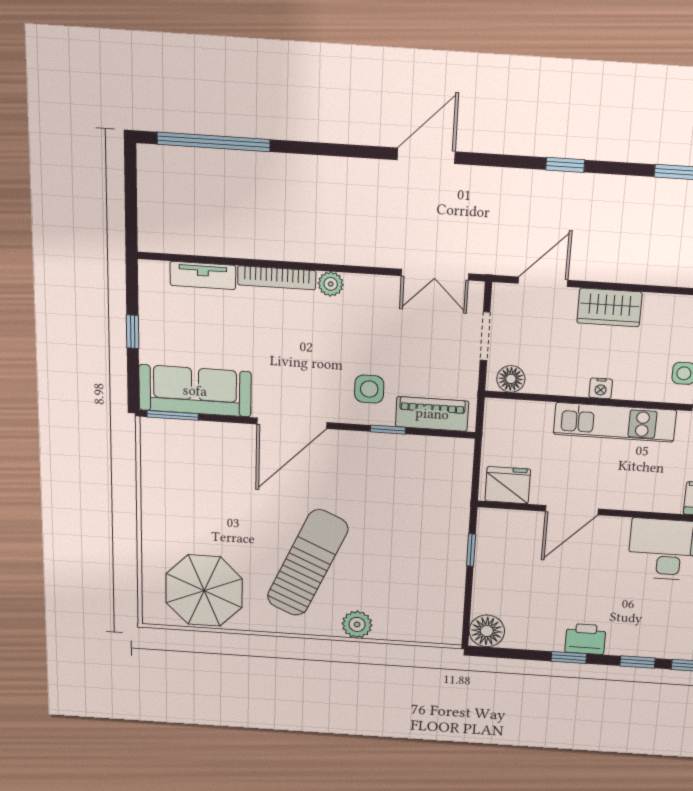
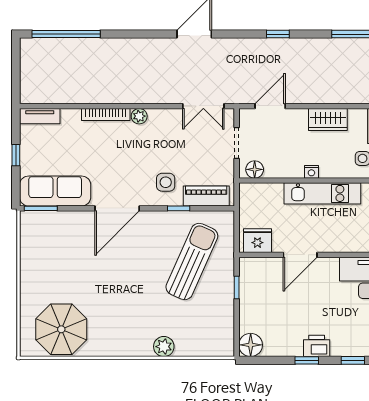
tv unit: (203, 275) -> (40, 116), moved
wardrobe: (609, 308) -> (328, 120), moved
sun lounger: (308, 563) -> (192, 261), moved

